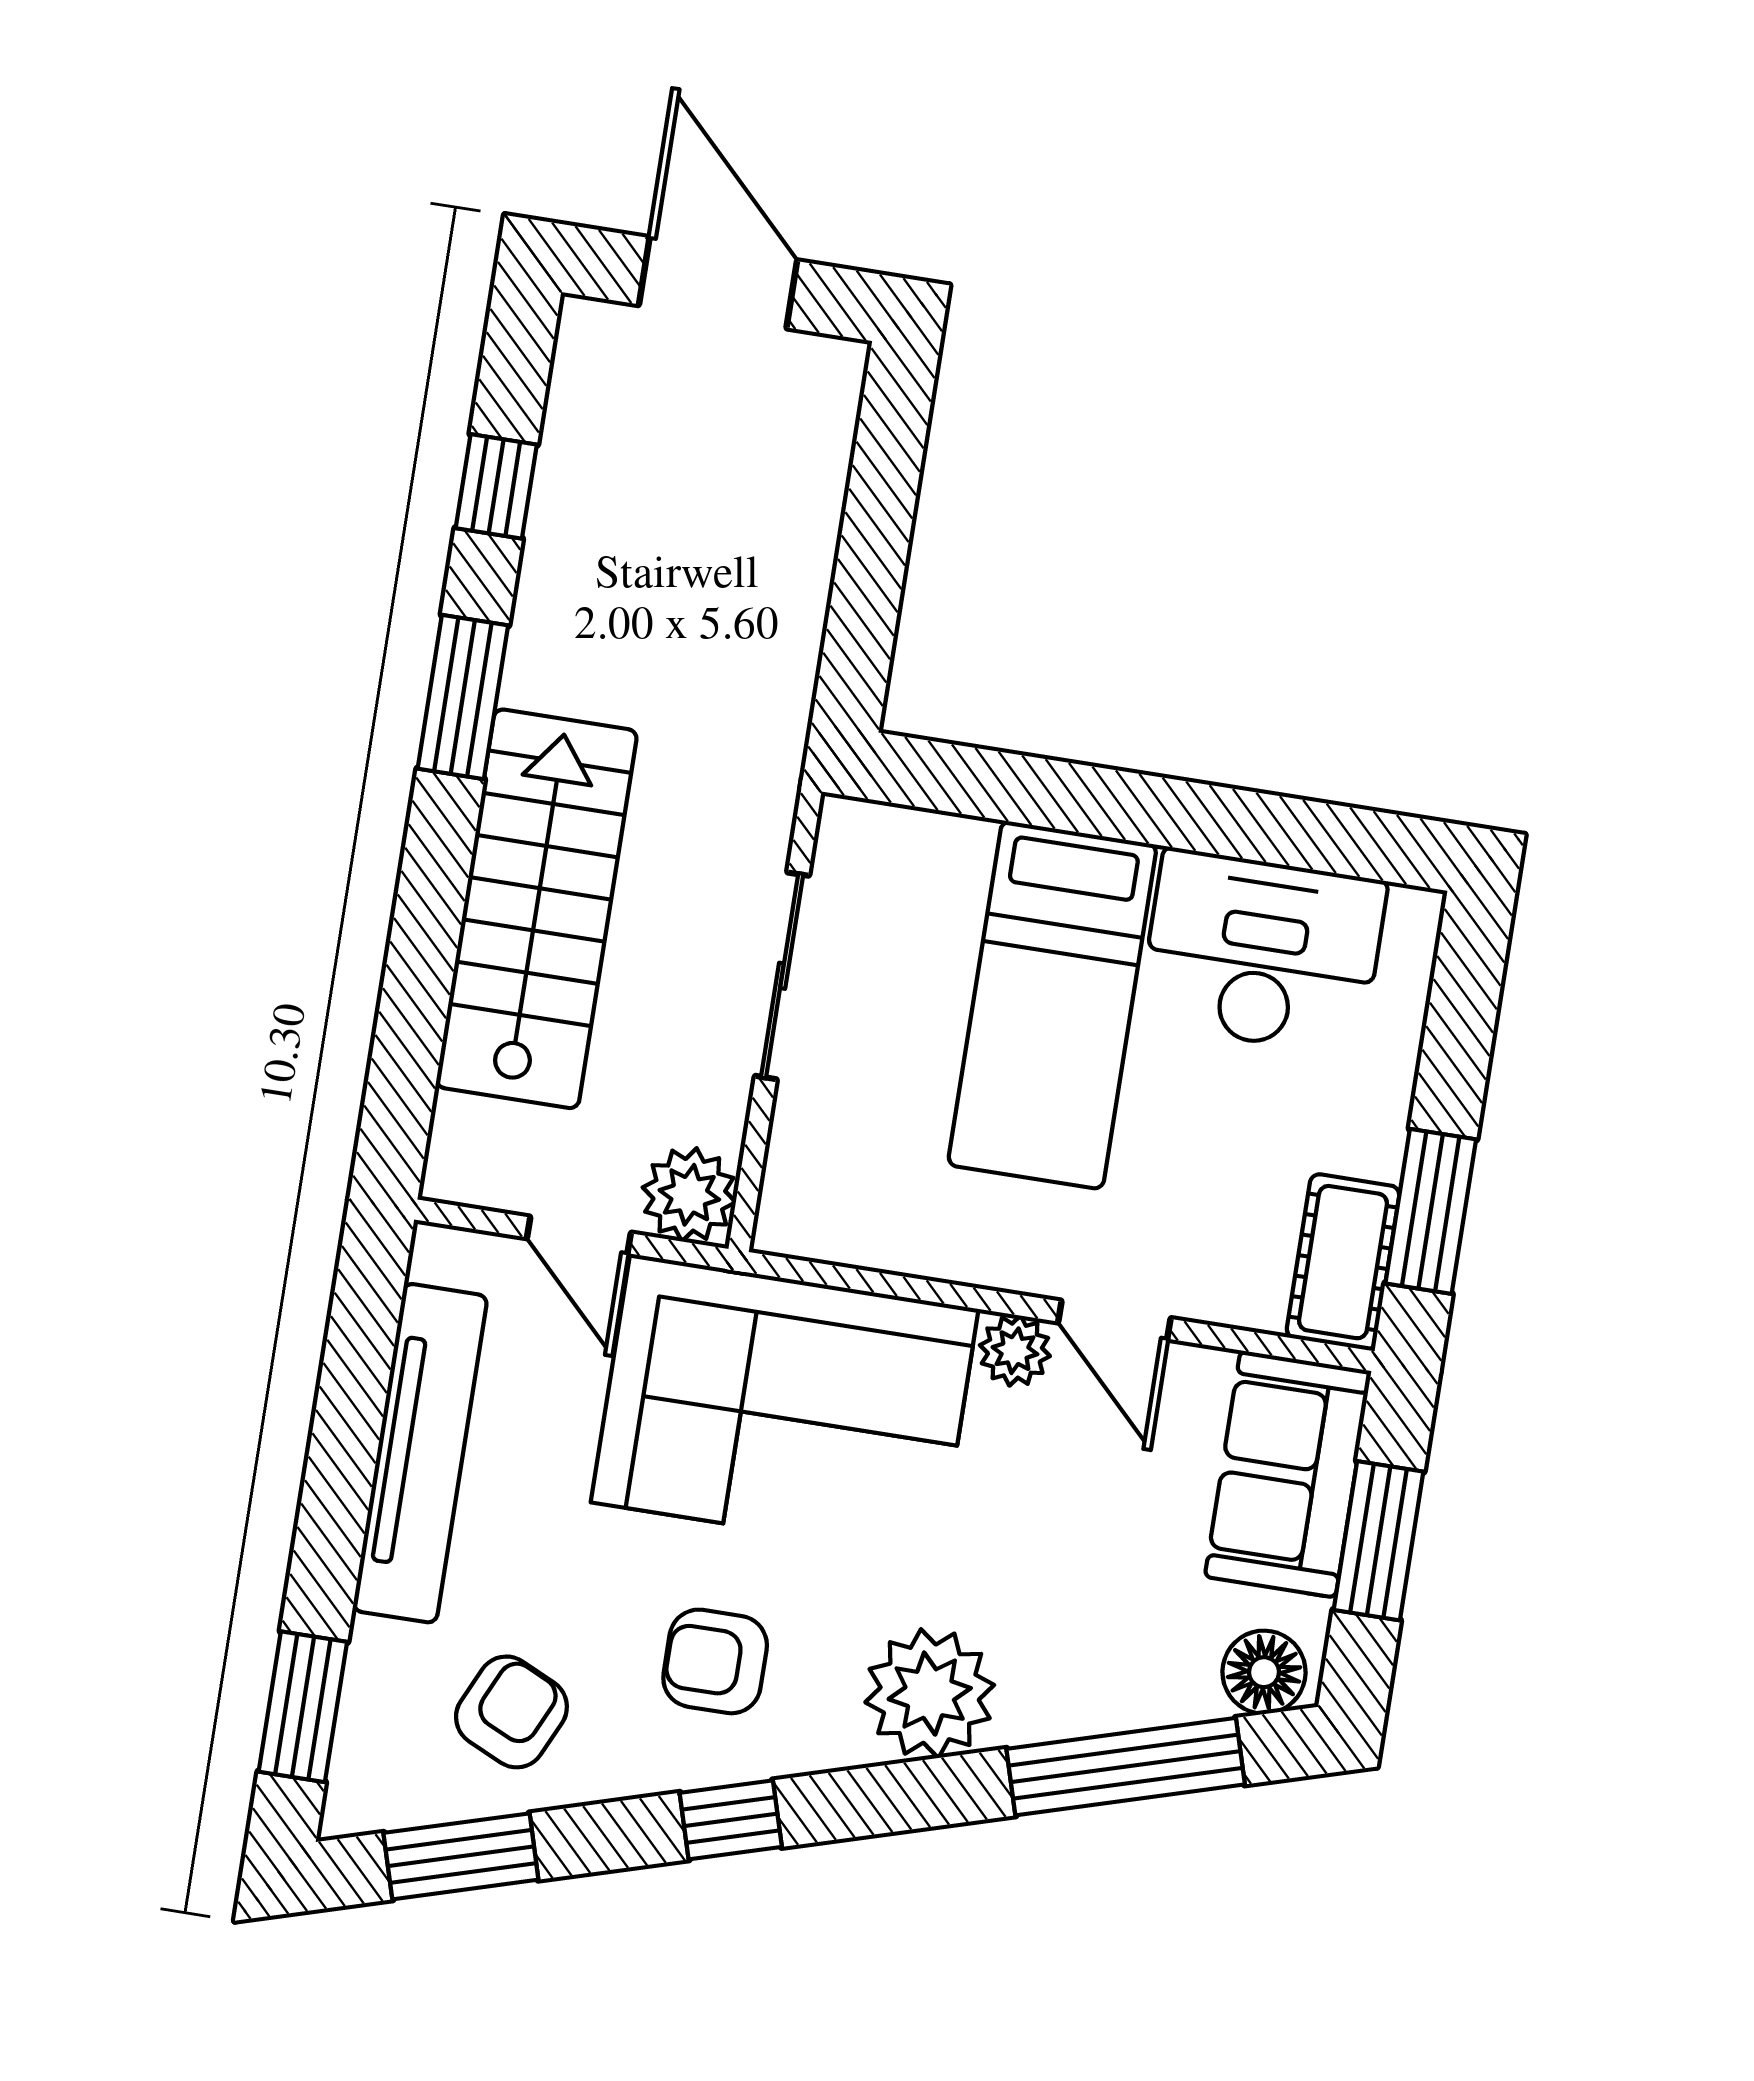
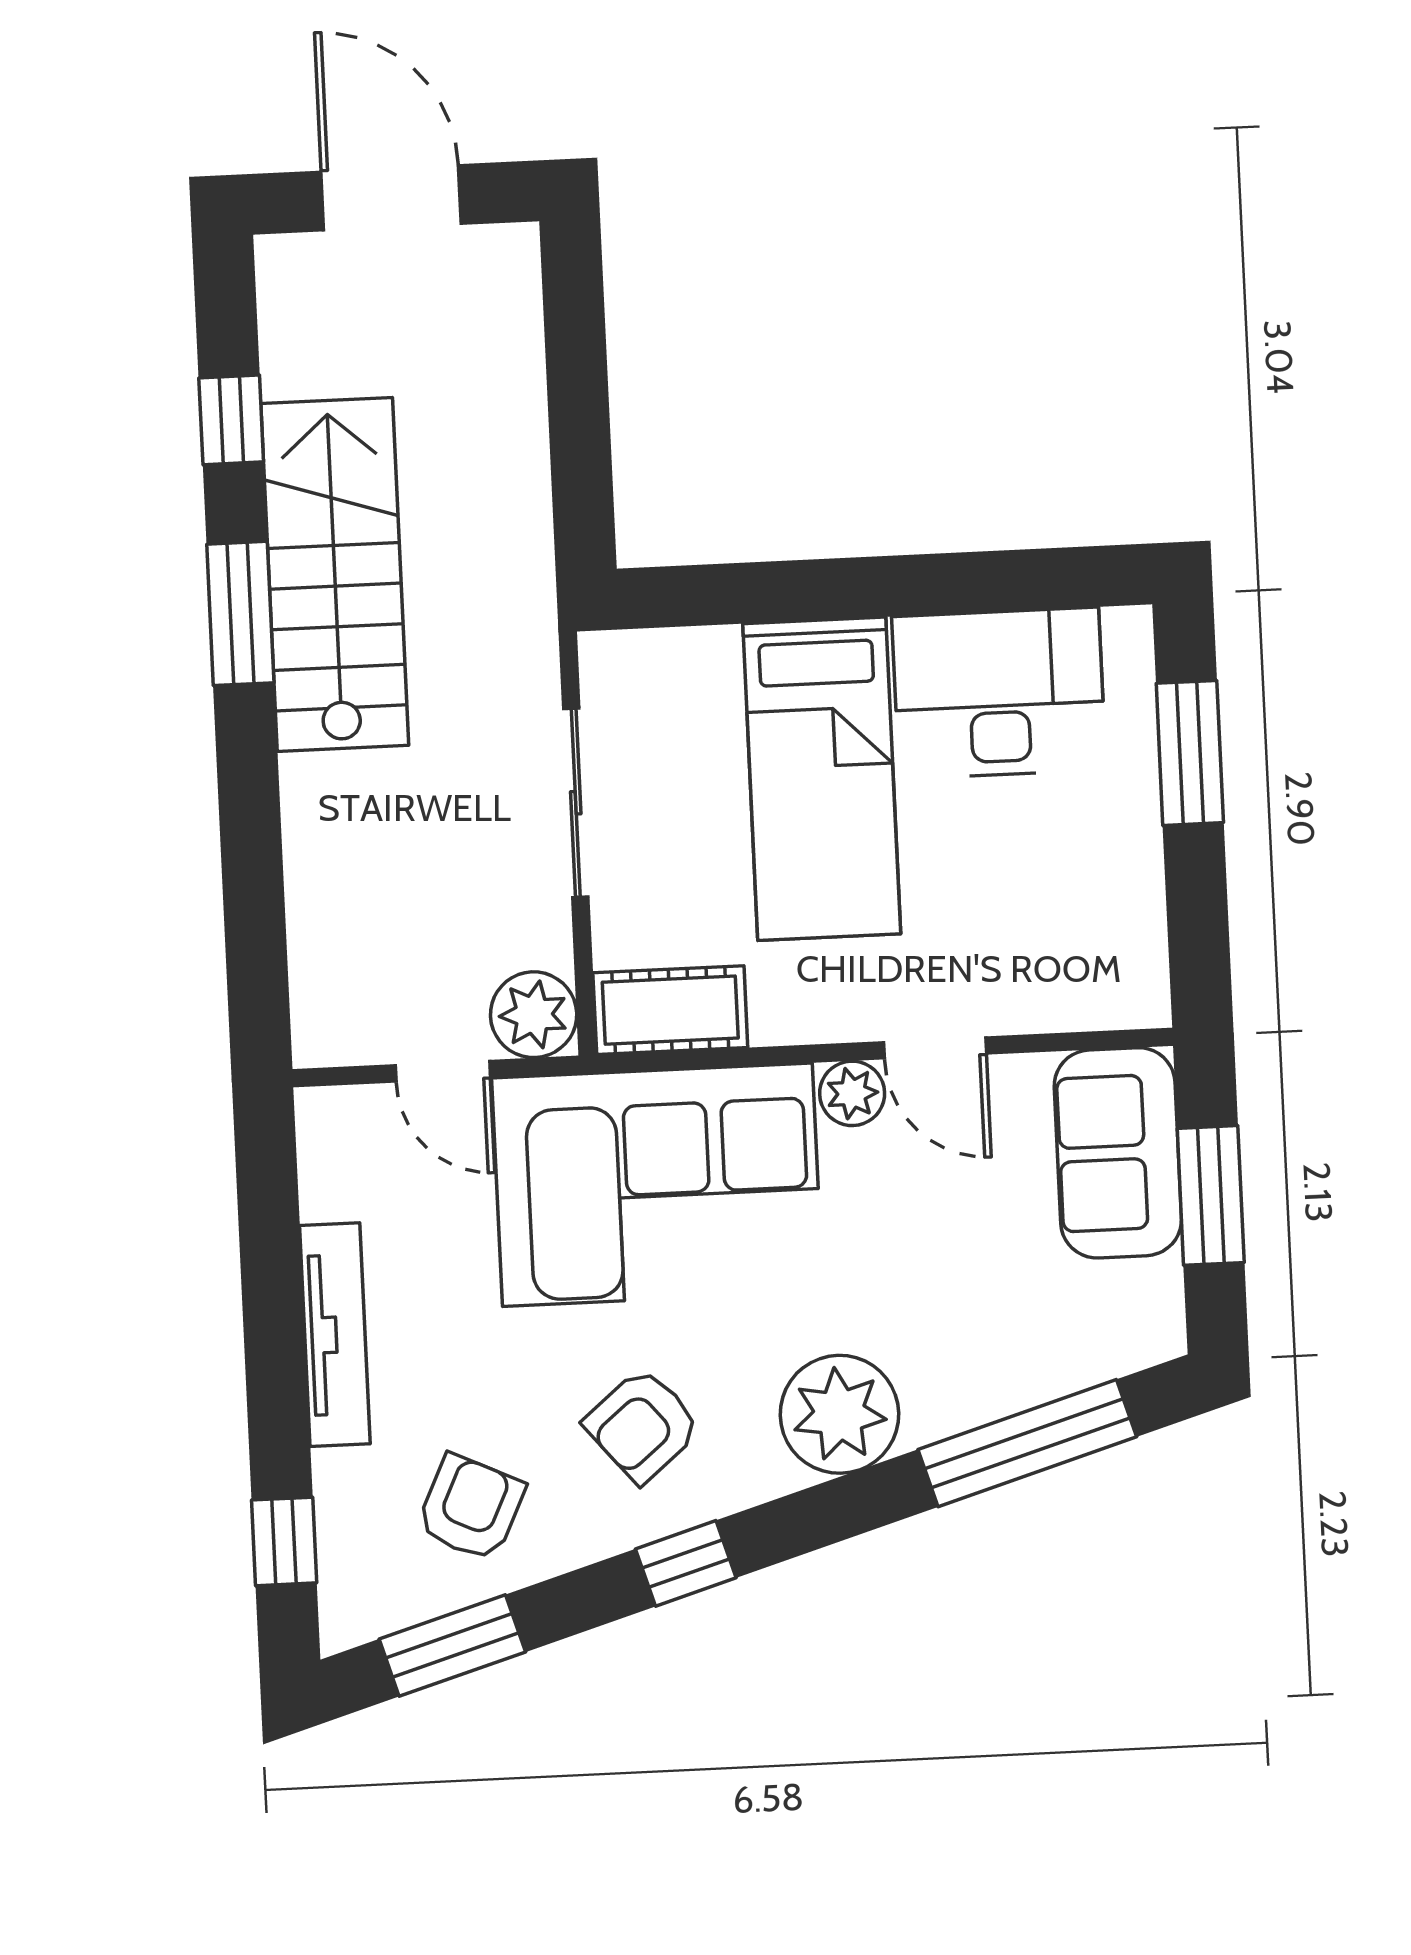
stairs: (536, 909) -> (335, 574), moved
window: (1431, 1211) -> (1190, 753), moved
cot: (1343, 1262) -> (670, 1010), moved, turned 90
tv unit: (420, 1453) -> (335, 1335), width x0.73, depth x0.78
armchair: (715, 1661) -> (643, 1425), turned -40
floor lamp: (1264, 1672) -> (1133, 1334), removed
window: (303, 1707) -> (284, 1541), width x0.67

